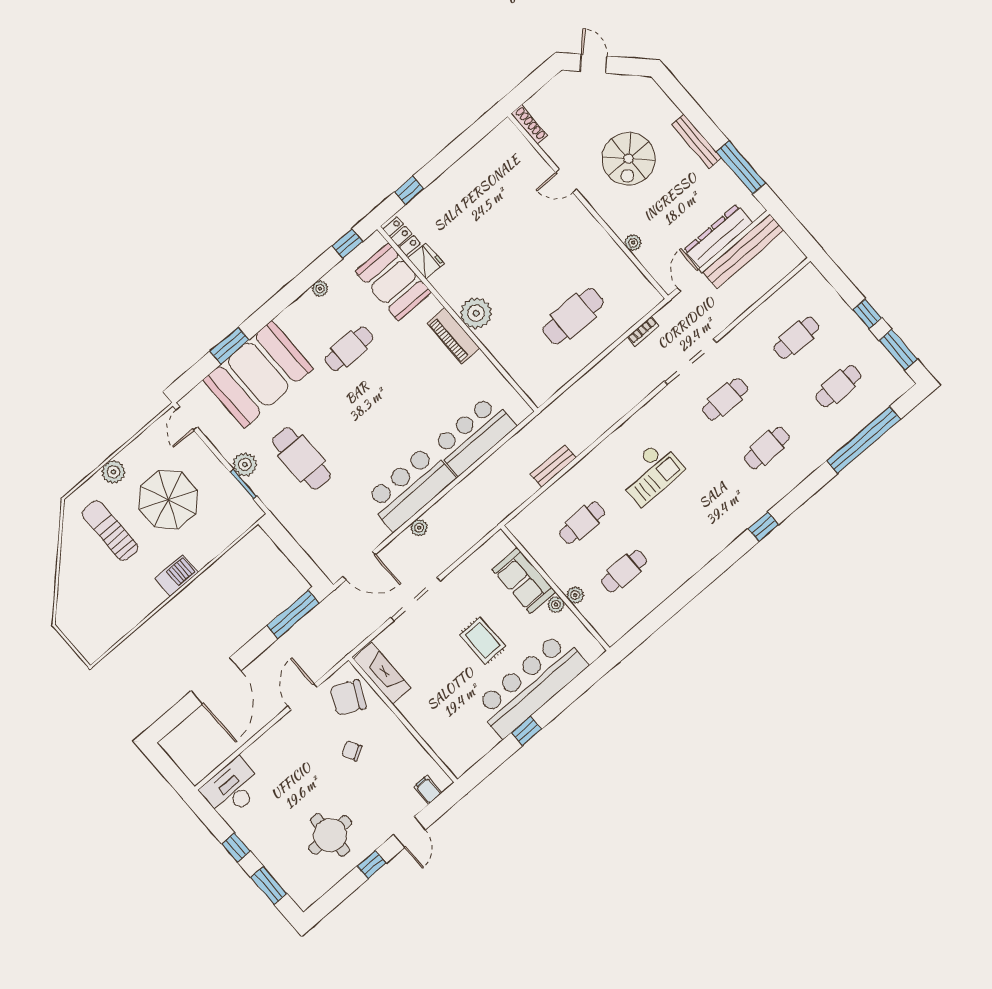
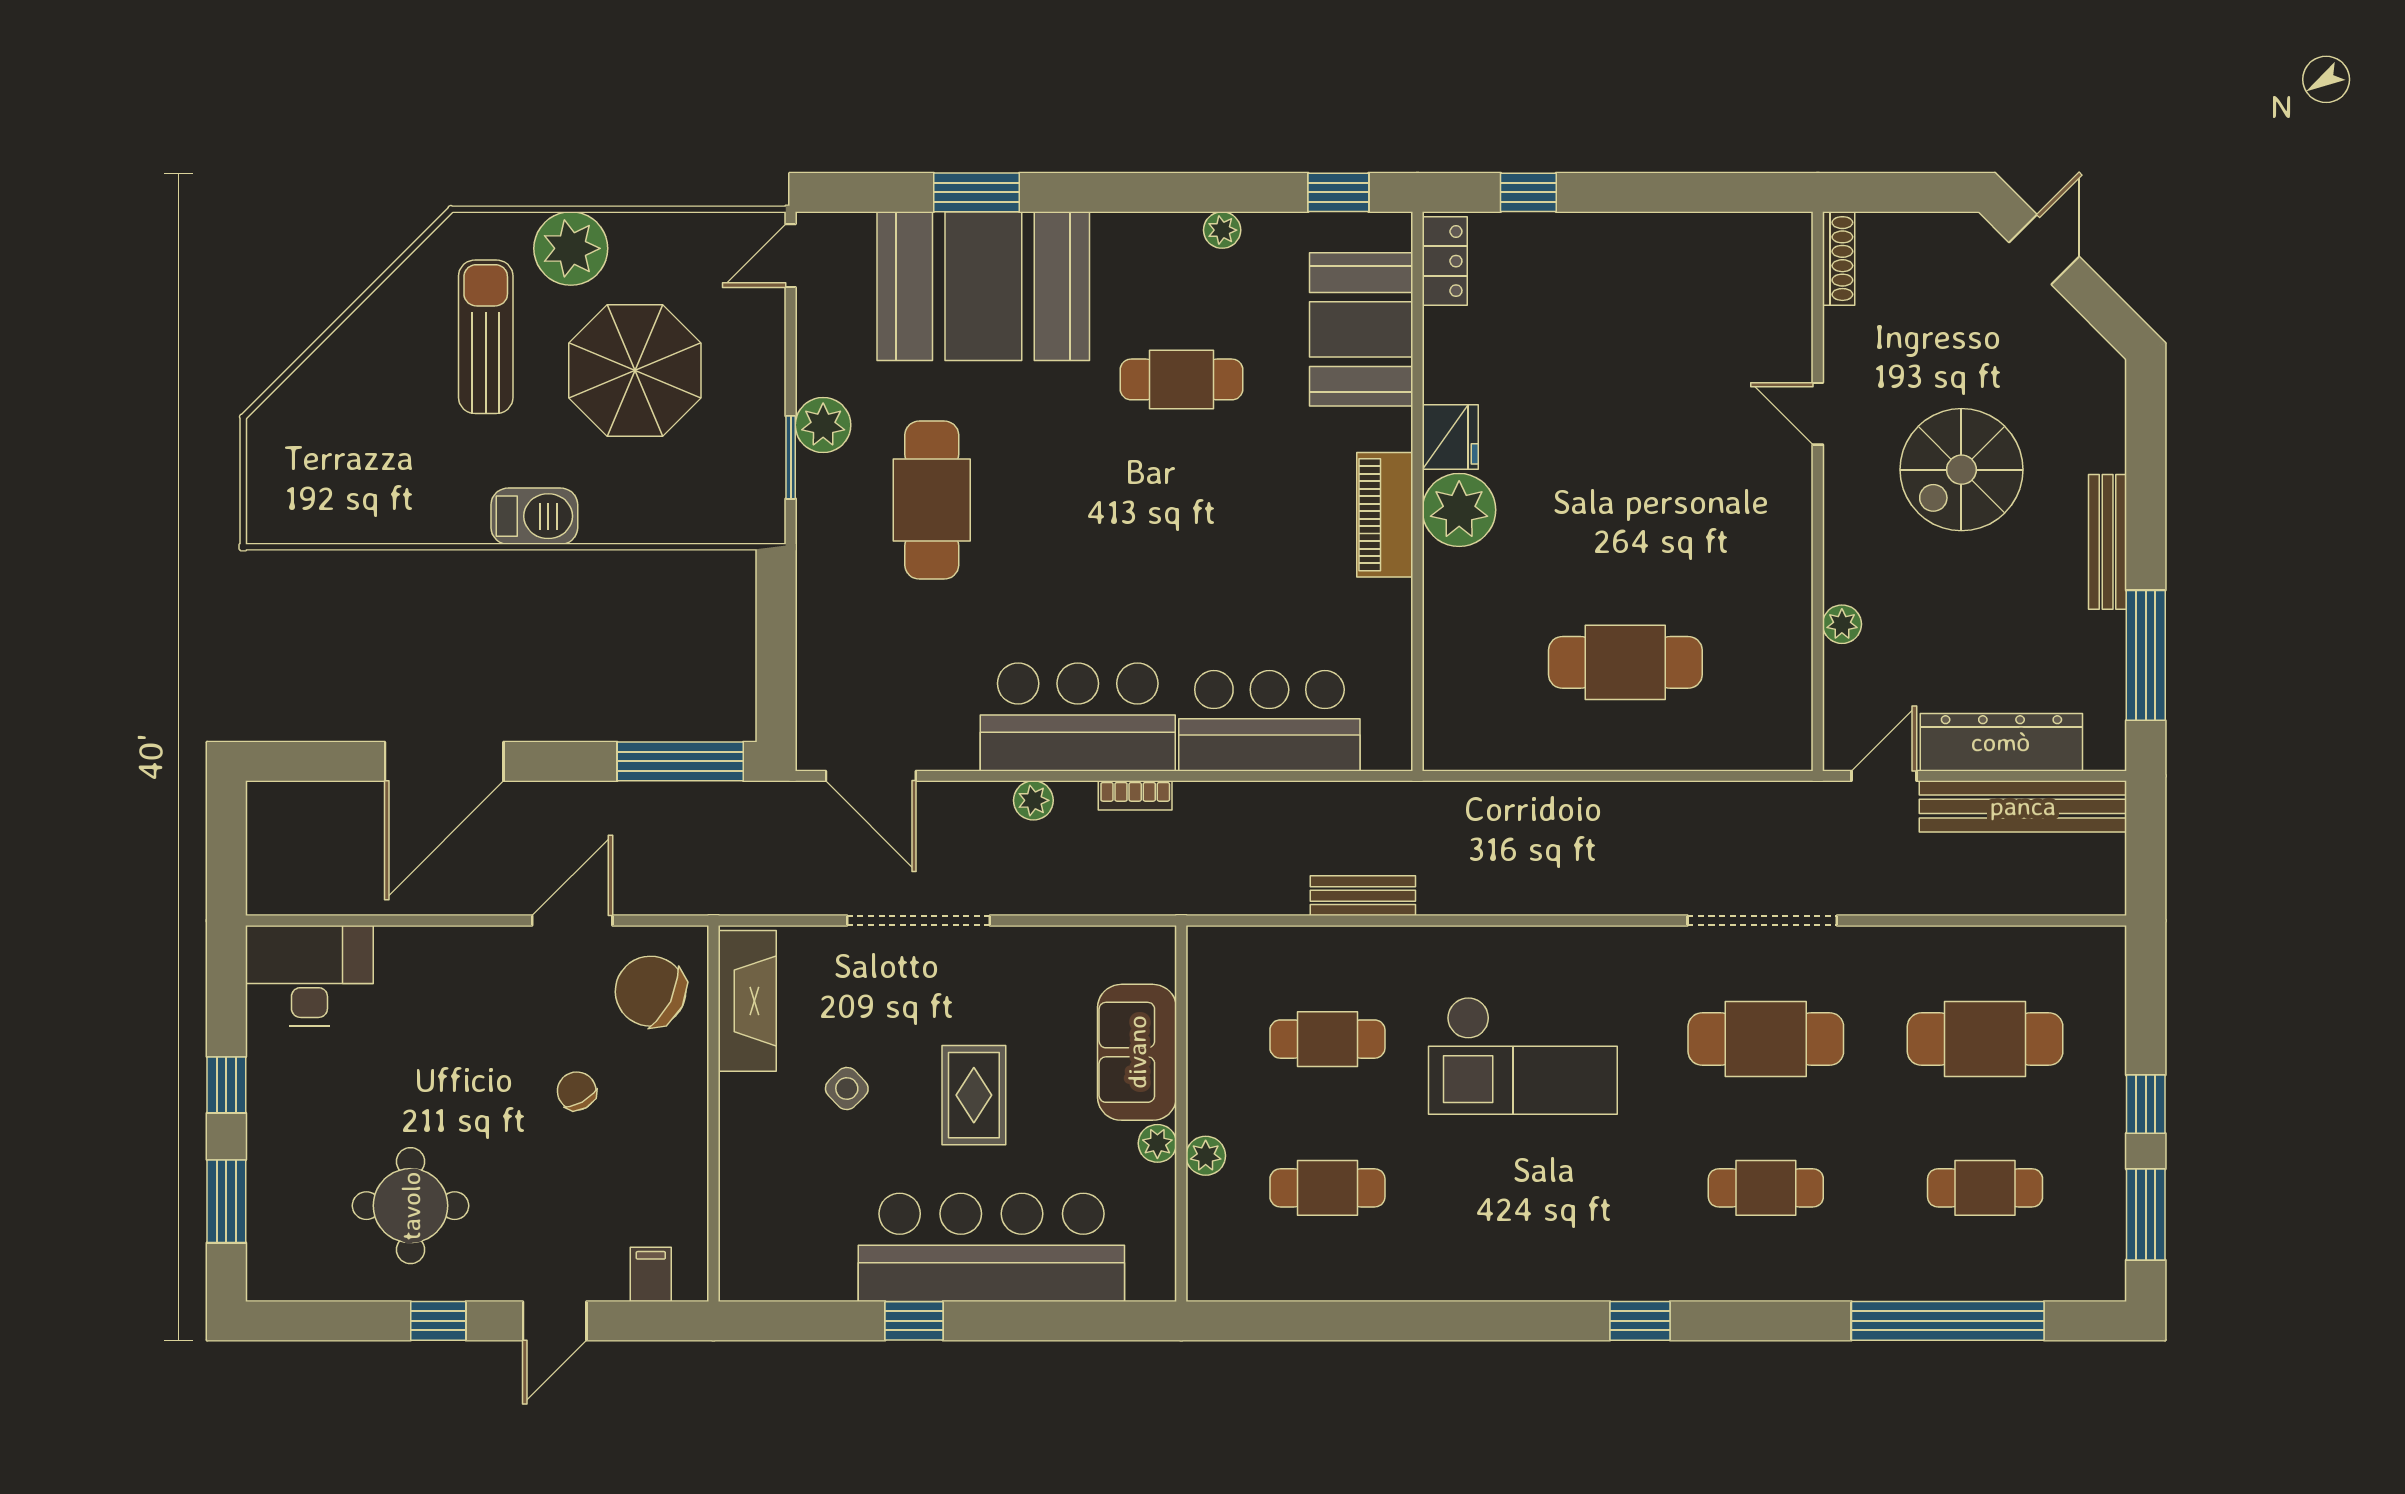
fridge: (426, 261) -> (1450, 437), moved
bookcase: (643, 331) -> (1135, 795), moved
cafe table: (796, 338) -> (1985, 1039), width x1.37, depth x1.35
cafe table: (725, 399) -> (1766, 1039), width x1.37, depth x1.35
plant: (113, 472) -> (571, 248), width x1.36, depth x1.36
checkout: (650, 473) -> (1523, 1056), width x1.36, depth x1.21
side table: (439, 674) -> (847, 1089), added

